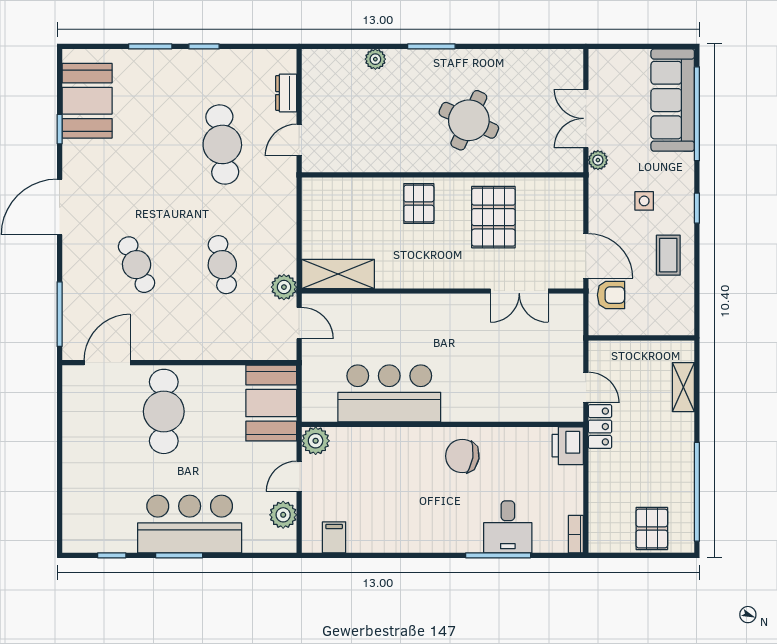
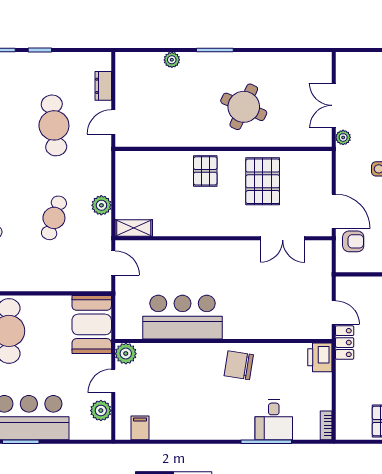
cafe table: (222, 265) -> (54, 218), turned 30
shelving: (338, 274) -> (134, 228), width x0.67, depth x0.75
plant: (284, 287) -> (101, 205), moved

